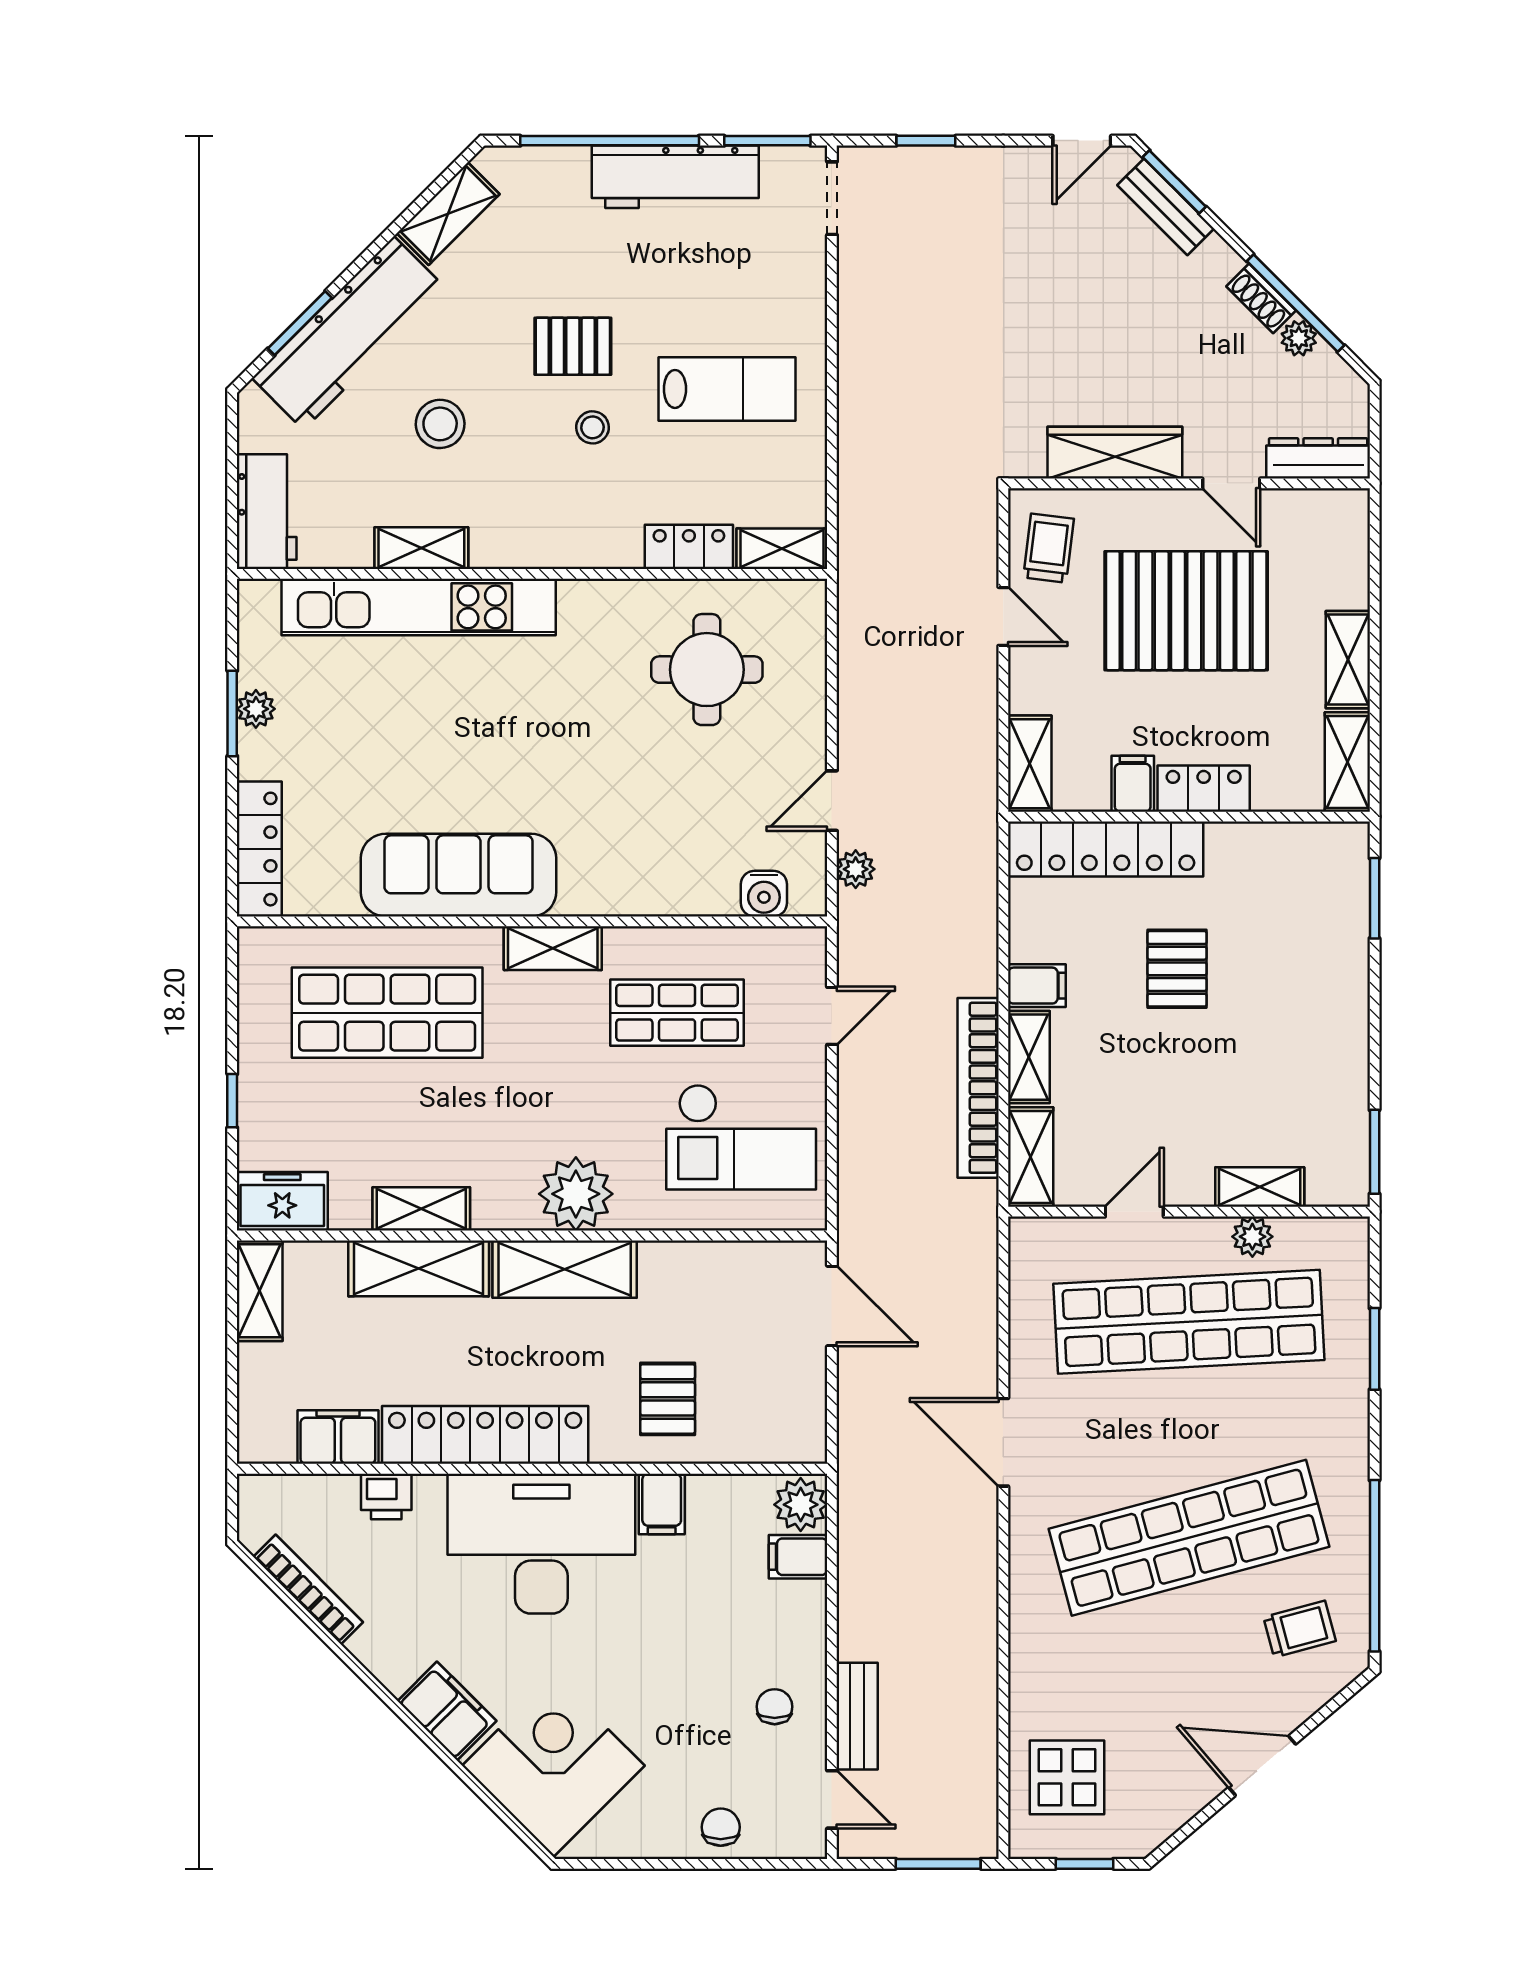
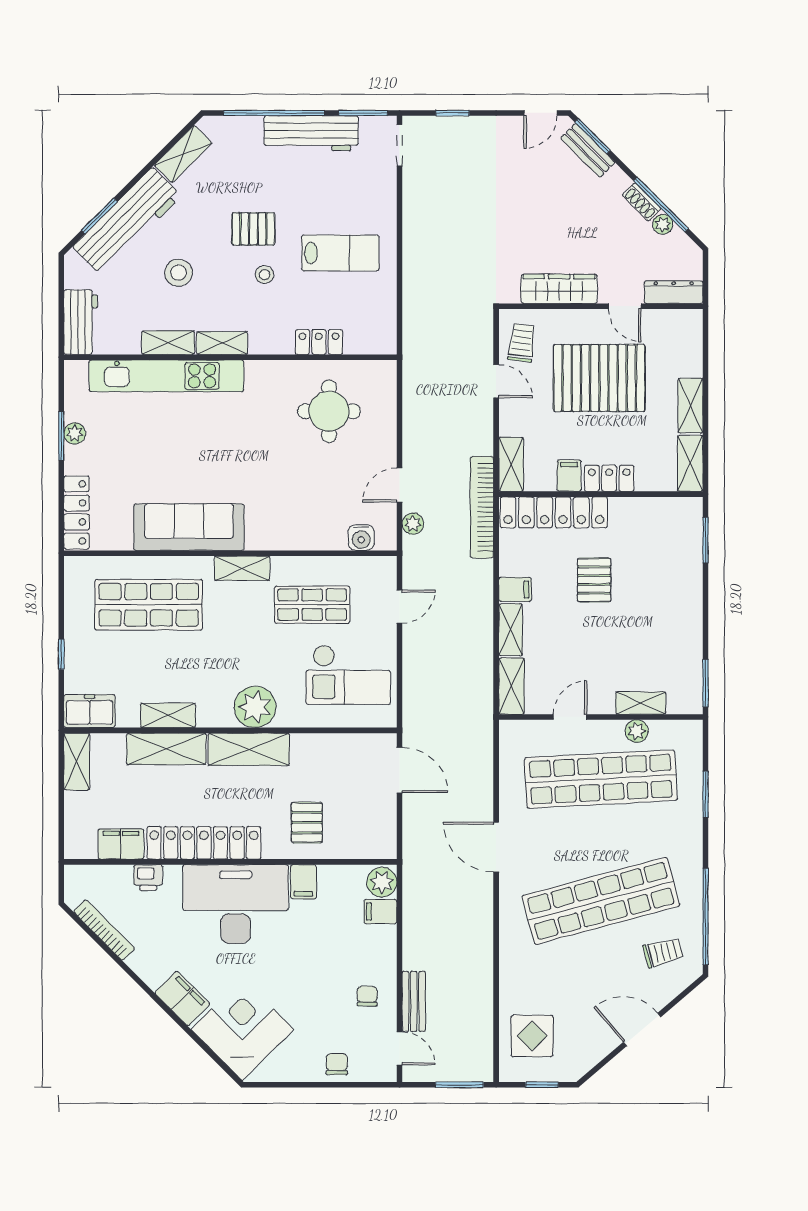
shelving: (782, 549) -> (222, 343), moved
bookcase: (978, 1088) -> (482, 507), moved

